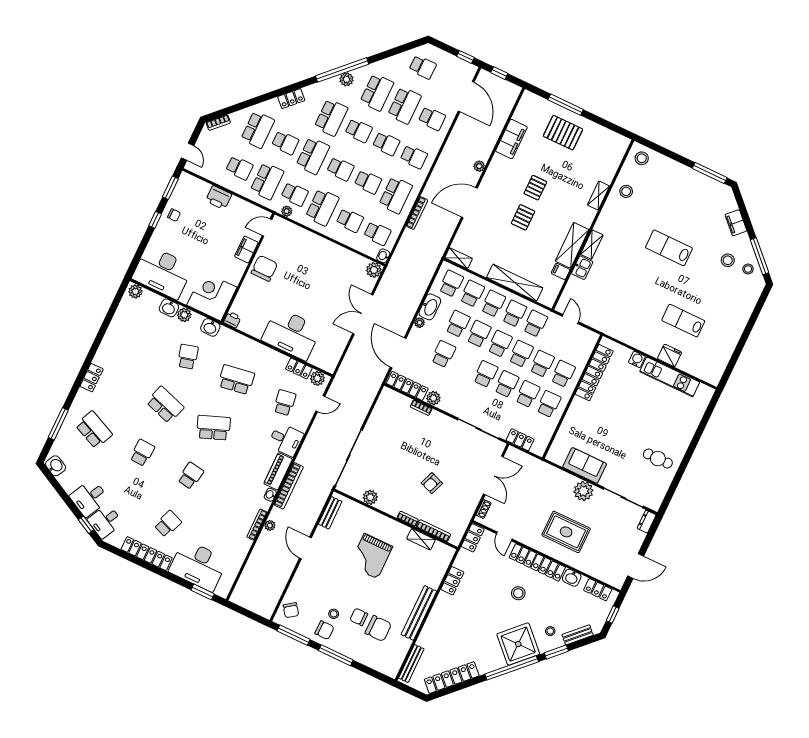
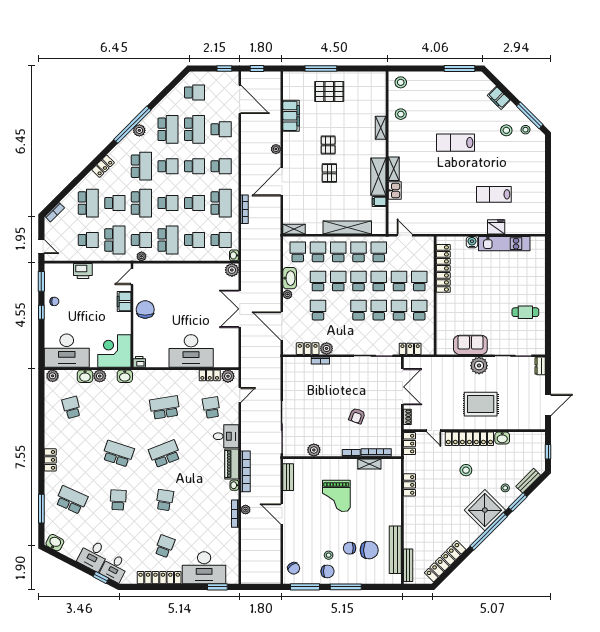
school desk: (188, 357) -> (71, 408), moved
locker: (407, 386) -> (308, 349), width x0.66
locker: (598, 590) -> (527, 438), removed
bench: (419, 613) -> (395, 550), moved

